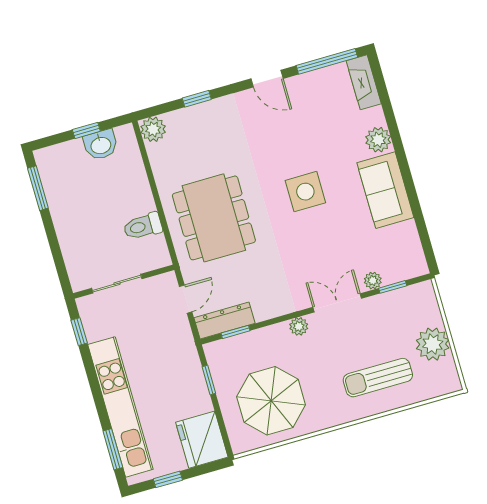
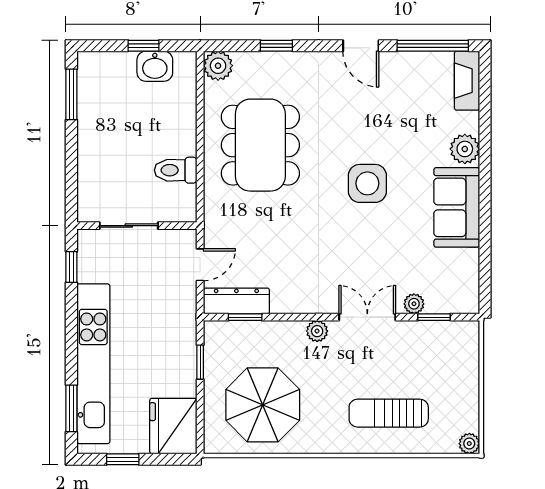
dining table: (214, 218) -> (260, 145), moved
plant: (433, 344) -> (469, 444), moved, width x0.53, depth x0.53

